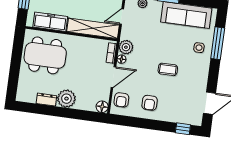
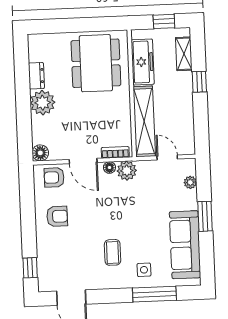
coffee table: (168, 69) -> (113, 252), moved
armchair: (150, 103) -> (57, 216), turned 180

